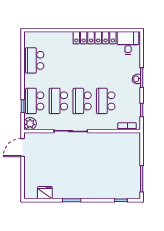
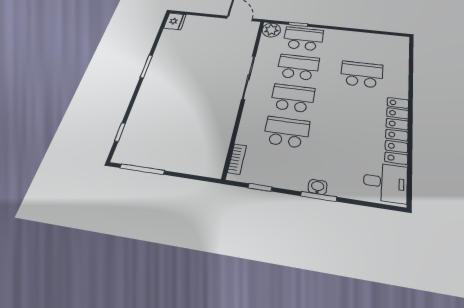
school desk: (35, 60) -> (362, 74), moved
fridge: (45, 193) -> (175, 21), moved

